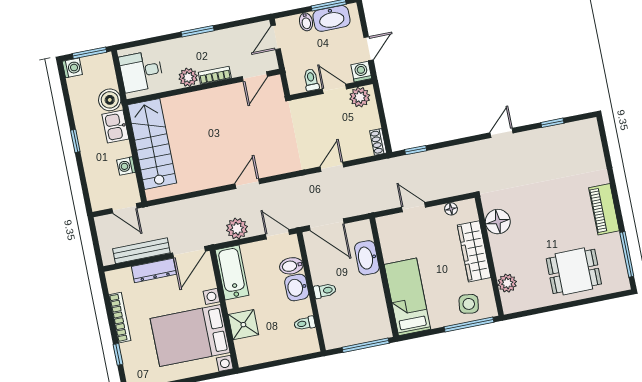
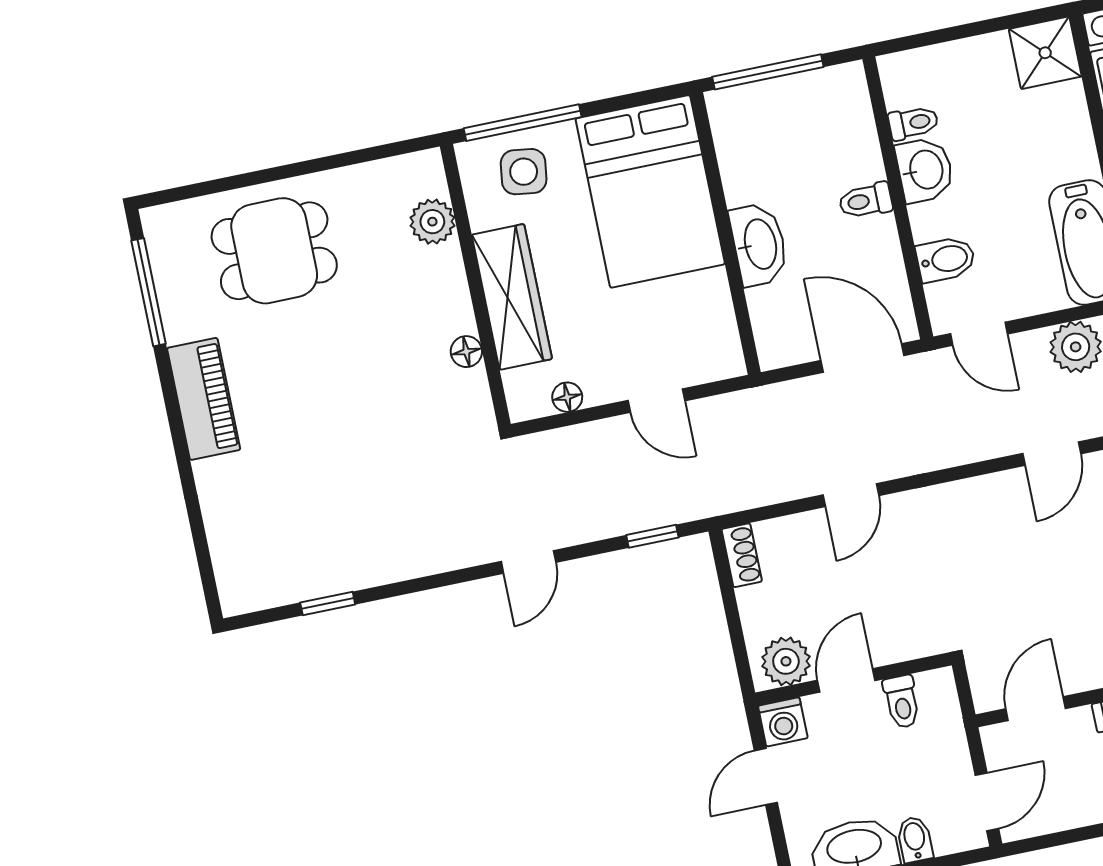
door: (334, 89) -> (846, 680), swing flipped
door: (502, 133) -> (528, 562), moved
floor lamp: (498, 222) -> (466, 352), width x0.53, depth x0.53
washbasin: (367, 258) -> (759, 244), moved
washbasin: (297, 288) -> (925, 170), moved
bed: (407, 297) -> (650, 191), width x1.50
shower: (243, 325) -> (1045, 53), moved

